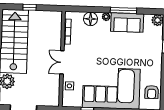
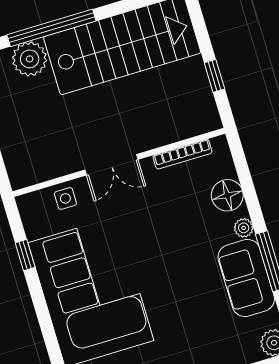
window: (30, 7) -> (214, 76), moved
double door: (62, 62) -> (111, 165), swing flipped

